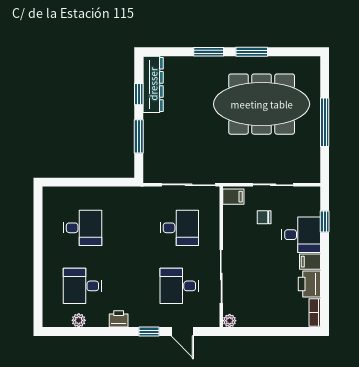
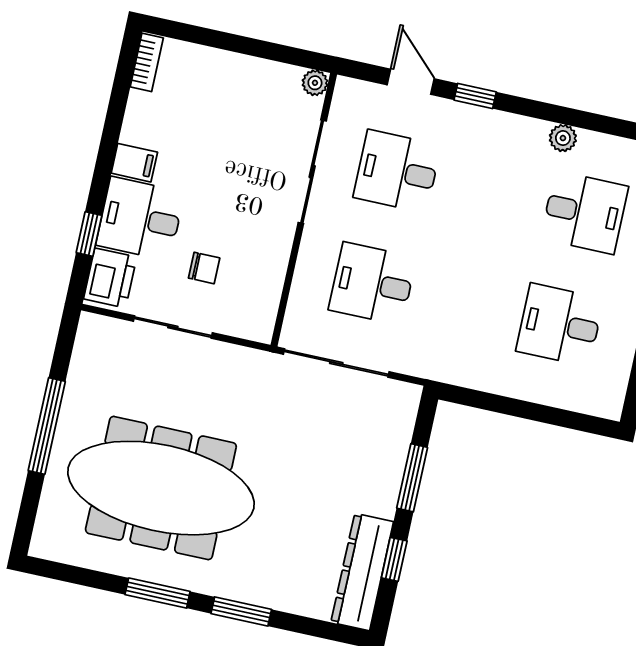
filing cabinet: (233, 197) -> (255, 321), removed
printer: (309, 284) -> (110, 278), moved
desk: (179, 286) -> (397, 171), turned 180
printer: (119, 319) -> (528, 133), removed
plant: (79, 320) -> (563, 138), moved

